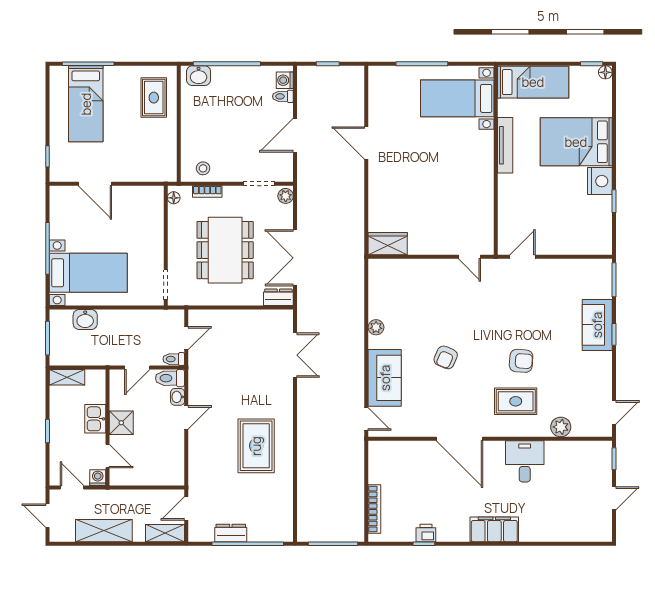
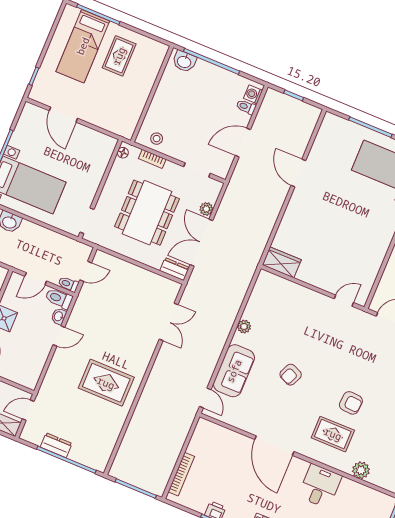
rug: (154, 98) -> (119, 56), moved
plant: (286, 196) -> (206, 209), moved
door: (469, 257) -> (344, 301), swing flipped
rug: (256, 446) -> (106, 383), turned 90

